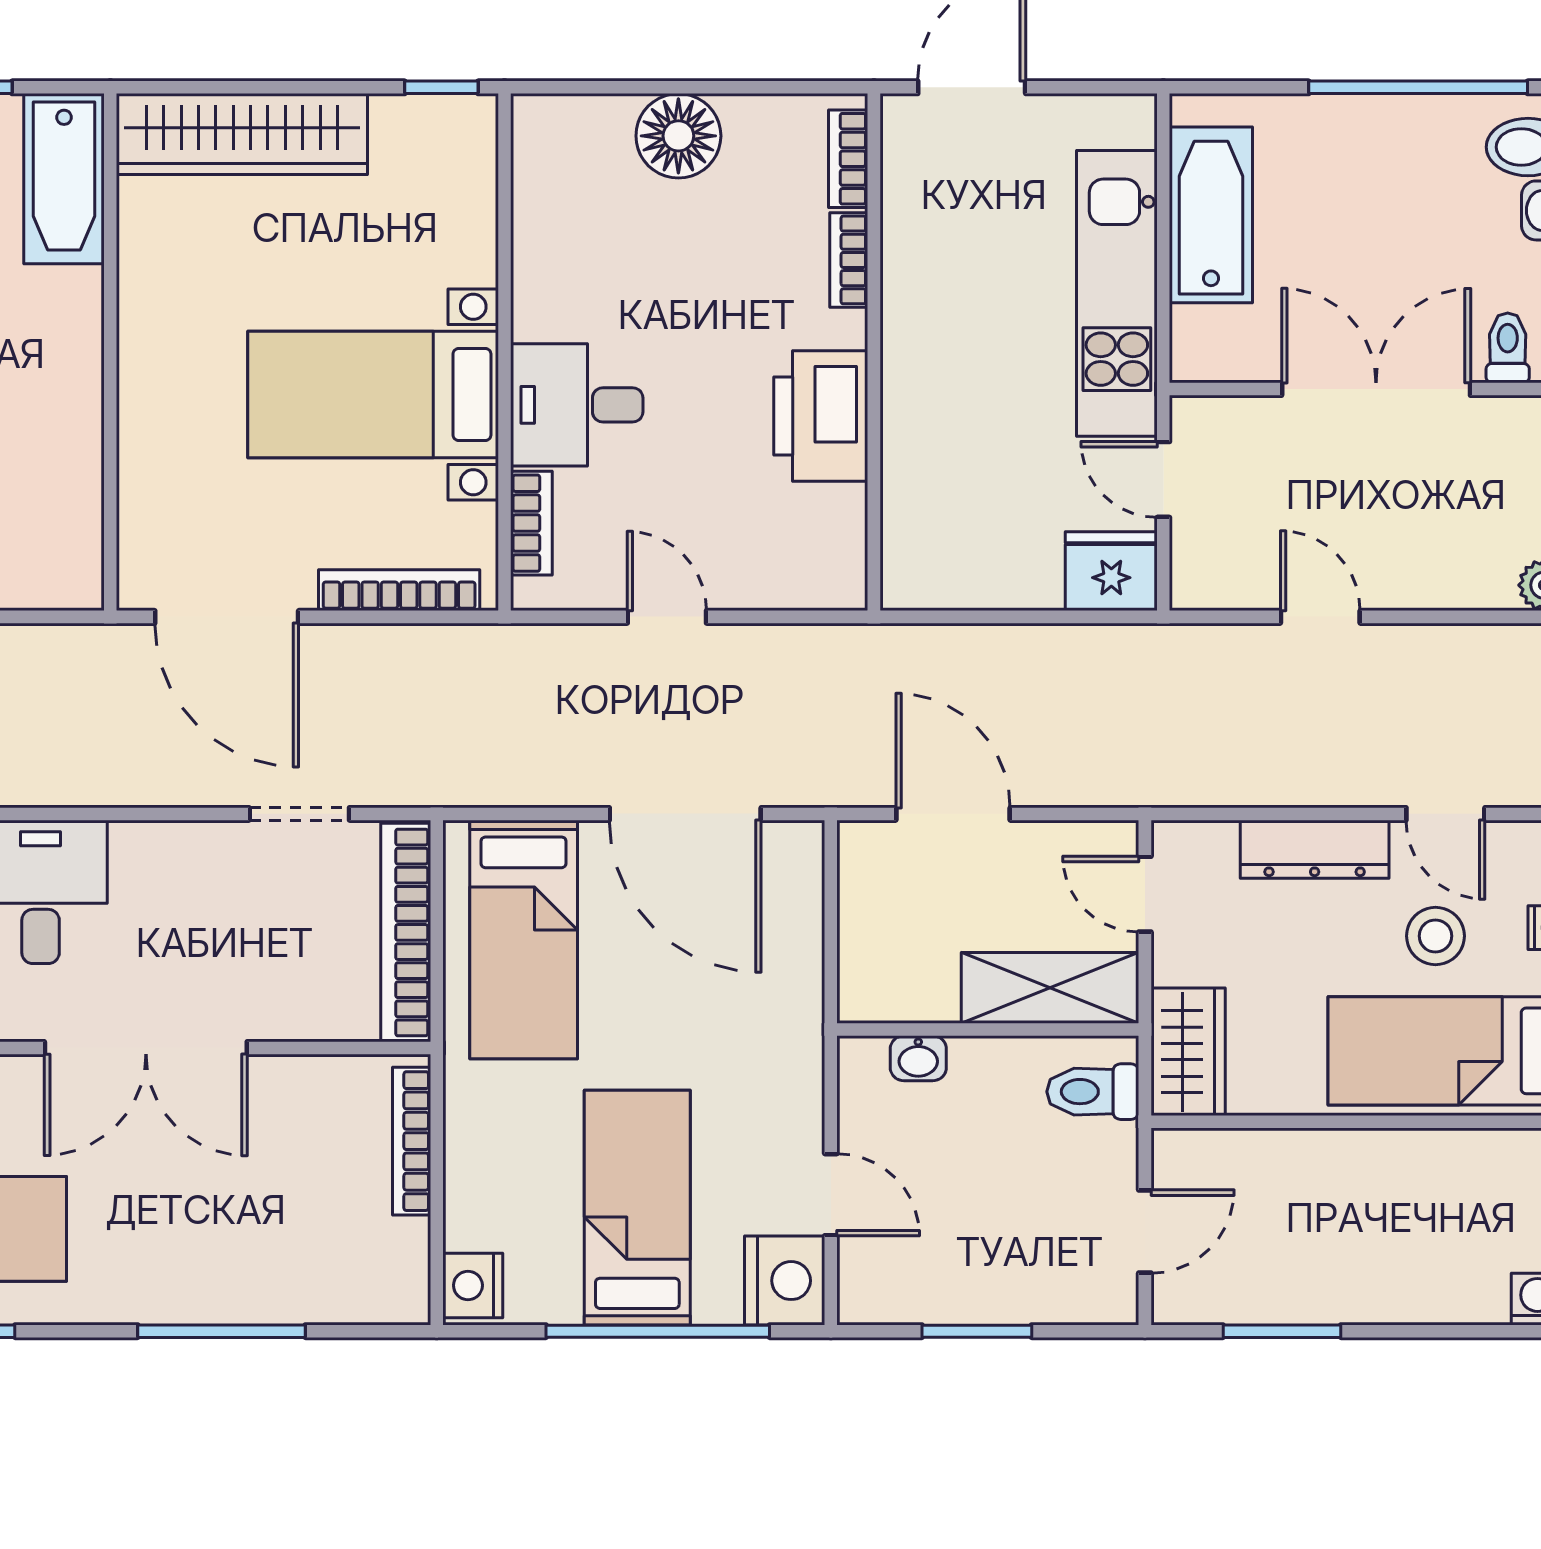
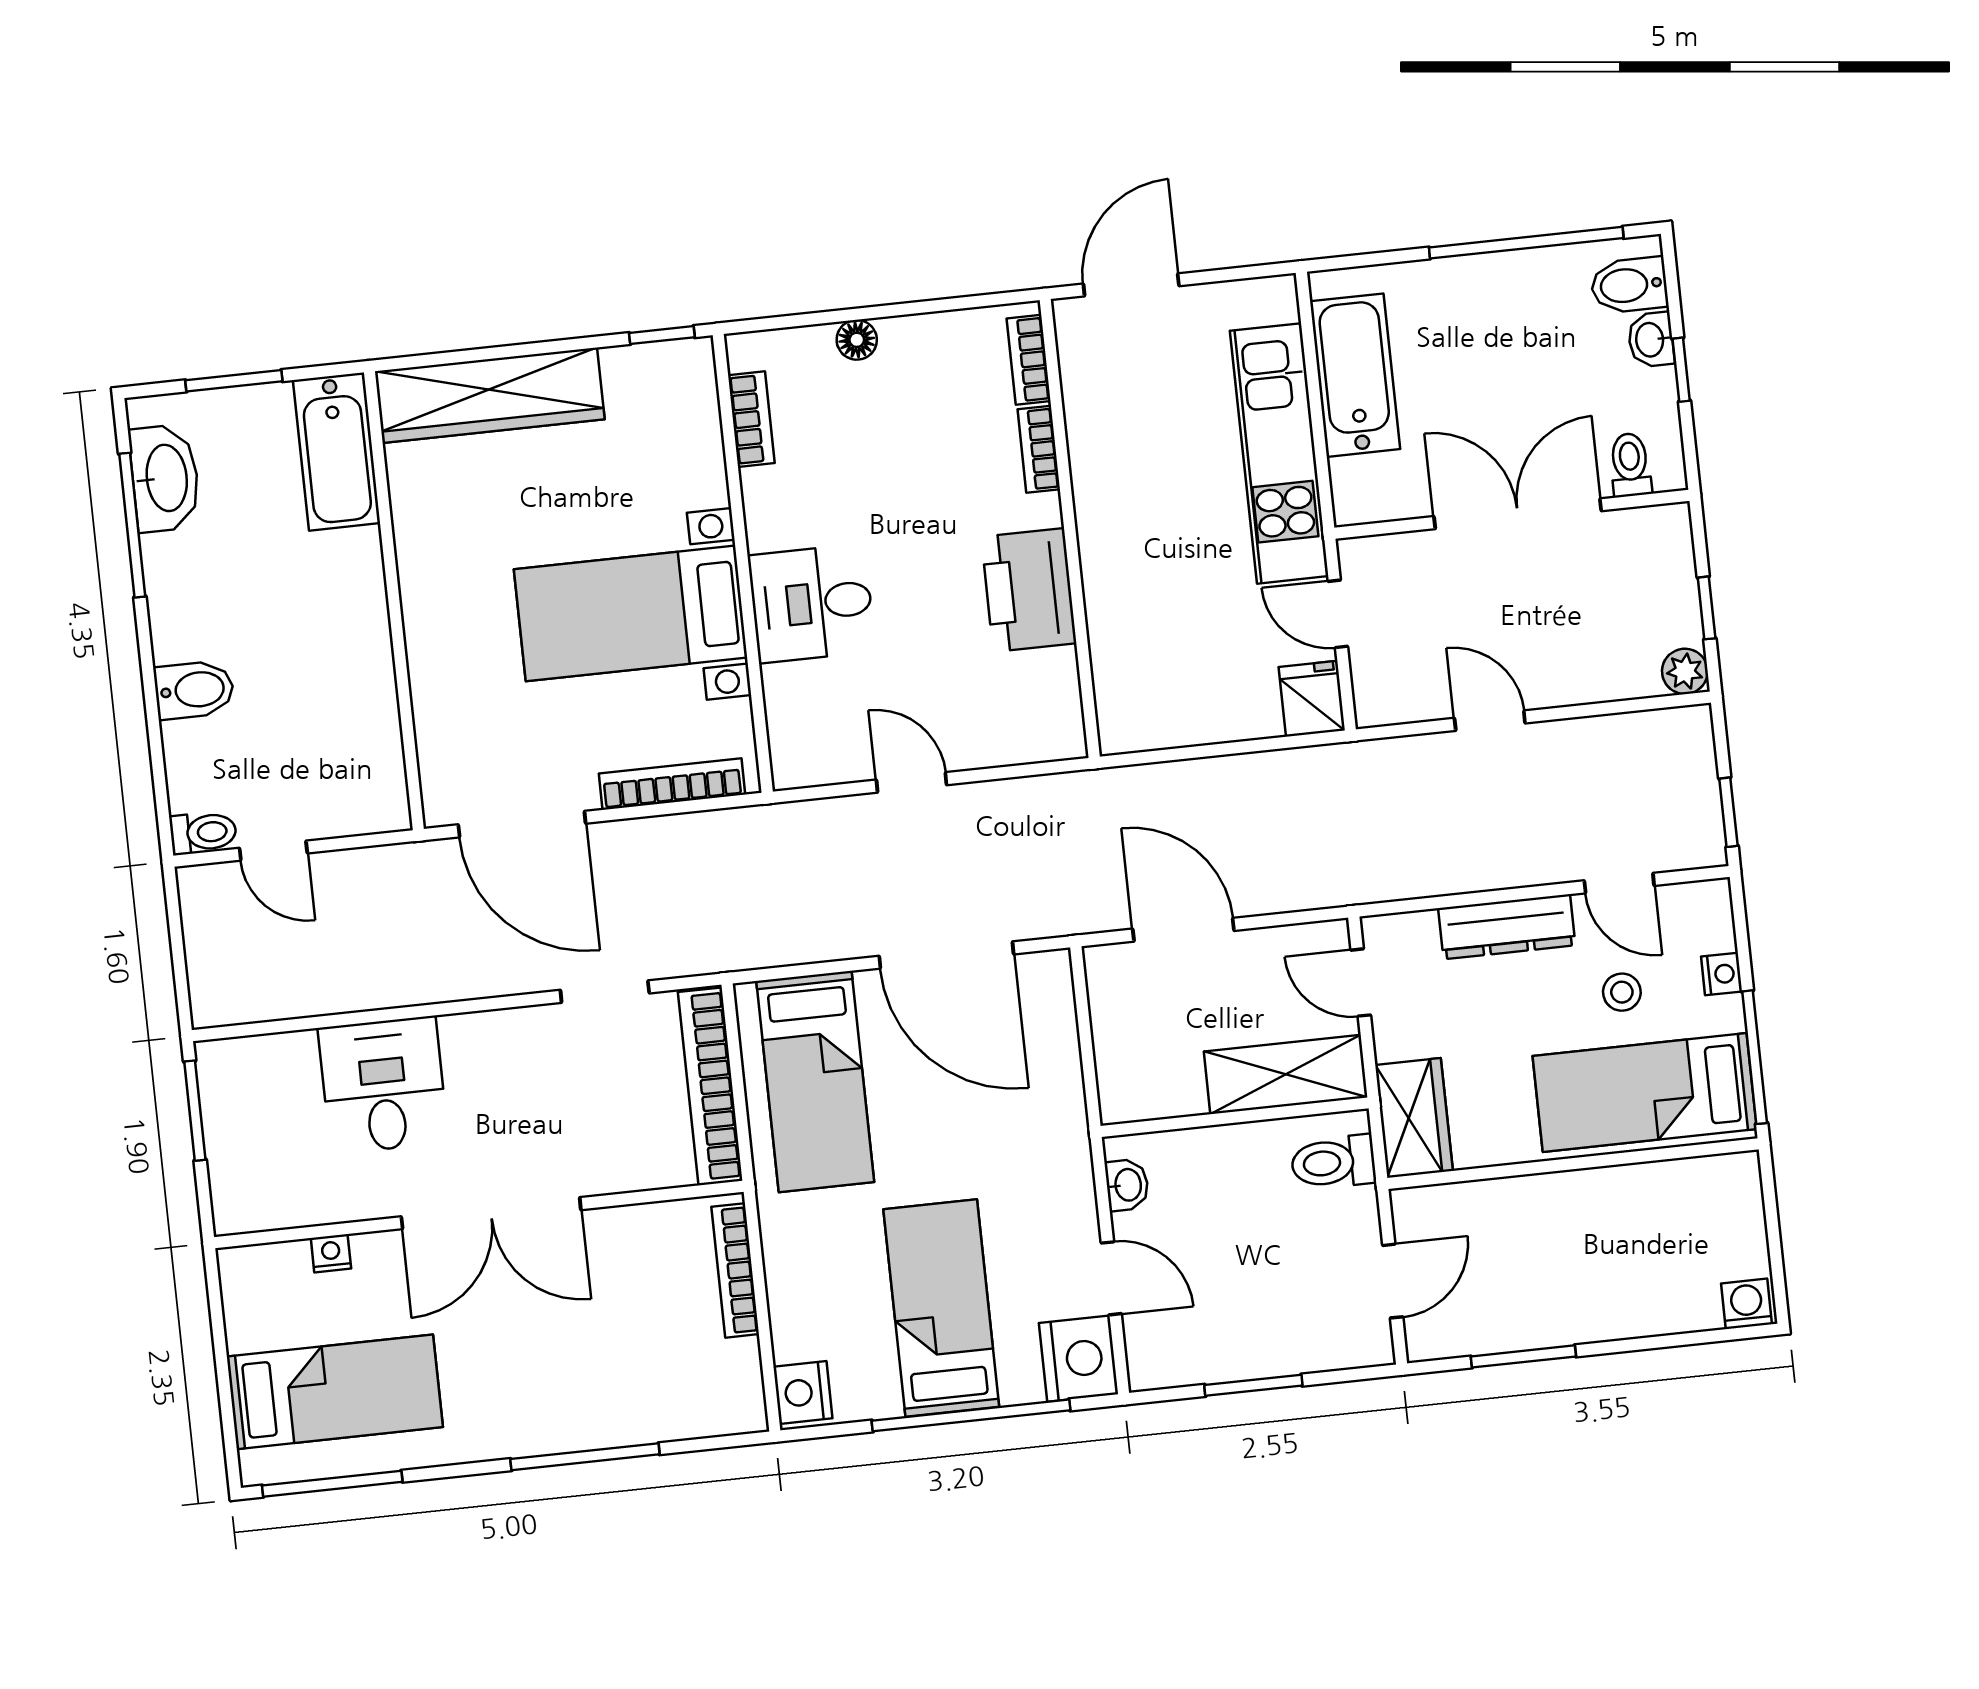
floor lamp: (678, 136) -> (857, 340), width x0.53, depth x0.53
bookcase: (531, 523) -> (751, 419), moved
fridge: (1111, 571) -> (1312, 699), width x0.72
stool: (1435, 936) -> (1622, 992), width x0.73, depth x0.73
washbasin: (918, 1058) -> (1127, 1185), moved, turned -90

